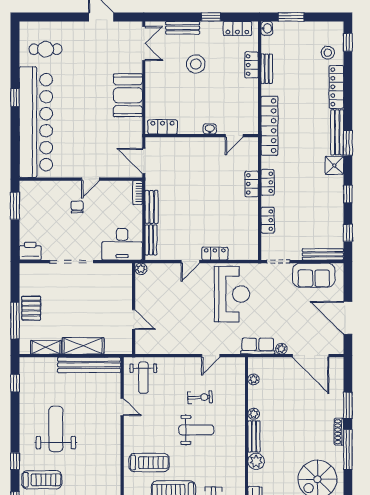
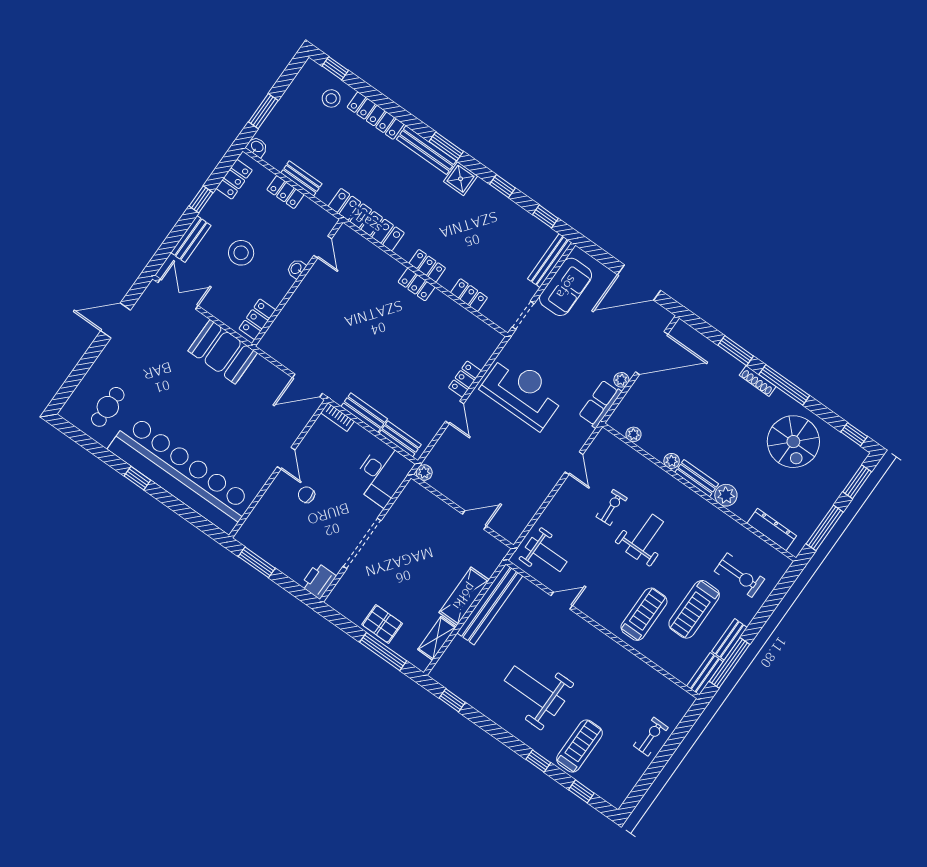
locker: (162, 127) -> (257, 319), moved
washbasin: (210, 129) -> (296, 269), moved
wall: (202, 136) -> (297, 283), moved
door: (234, 136) -> (323, 247), moved

